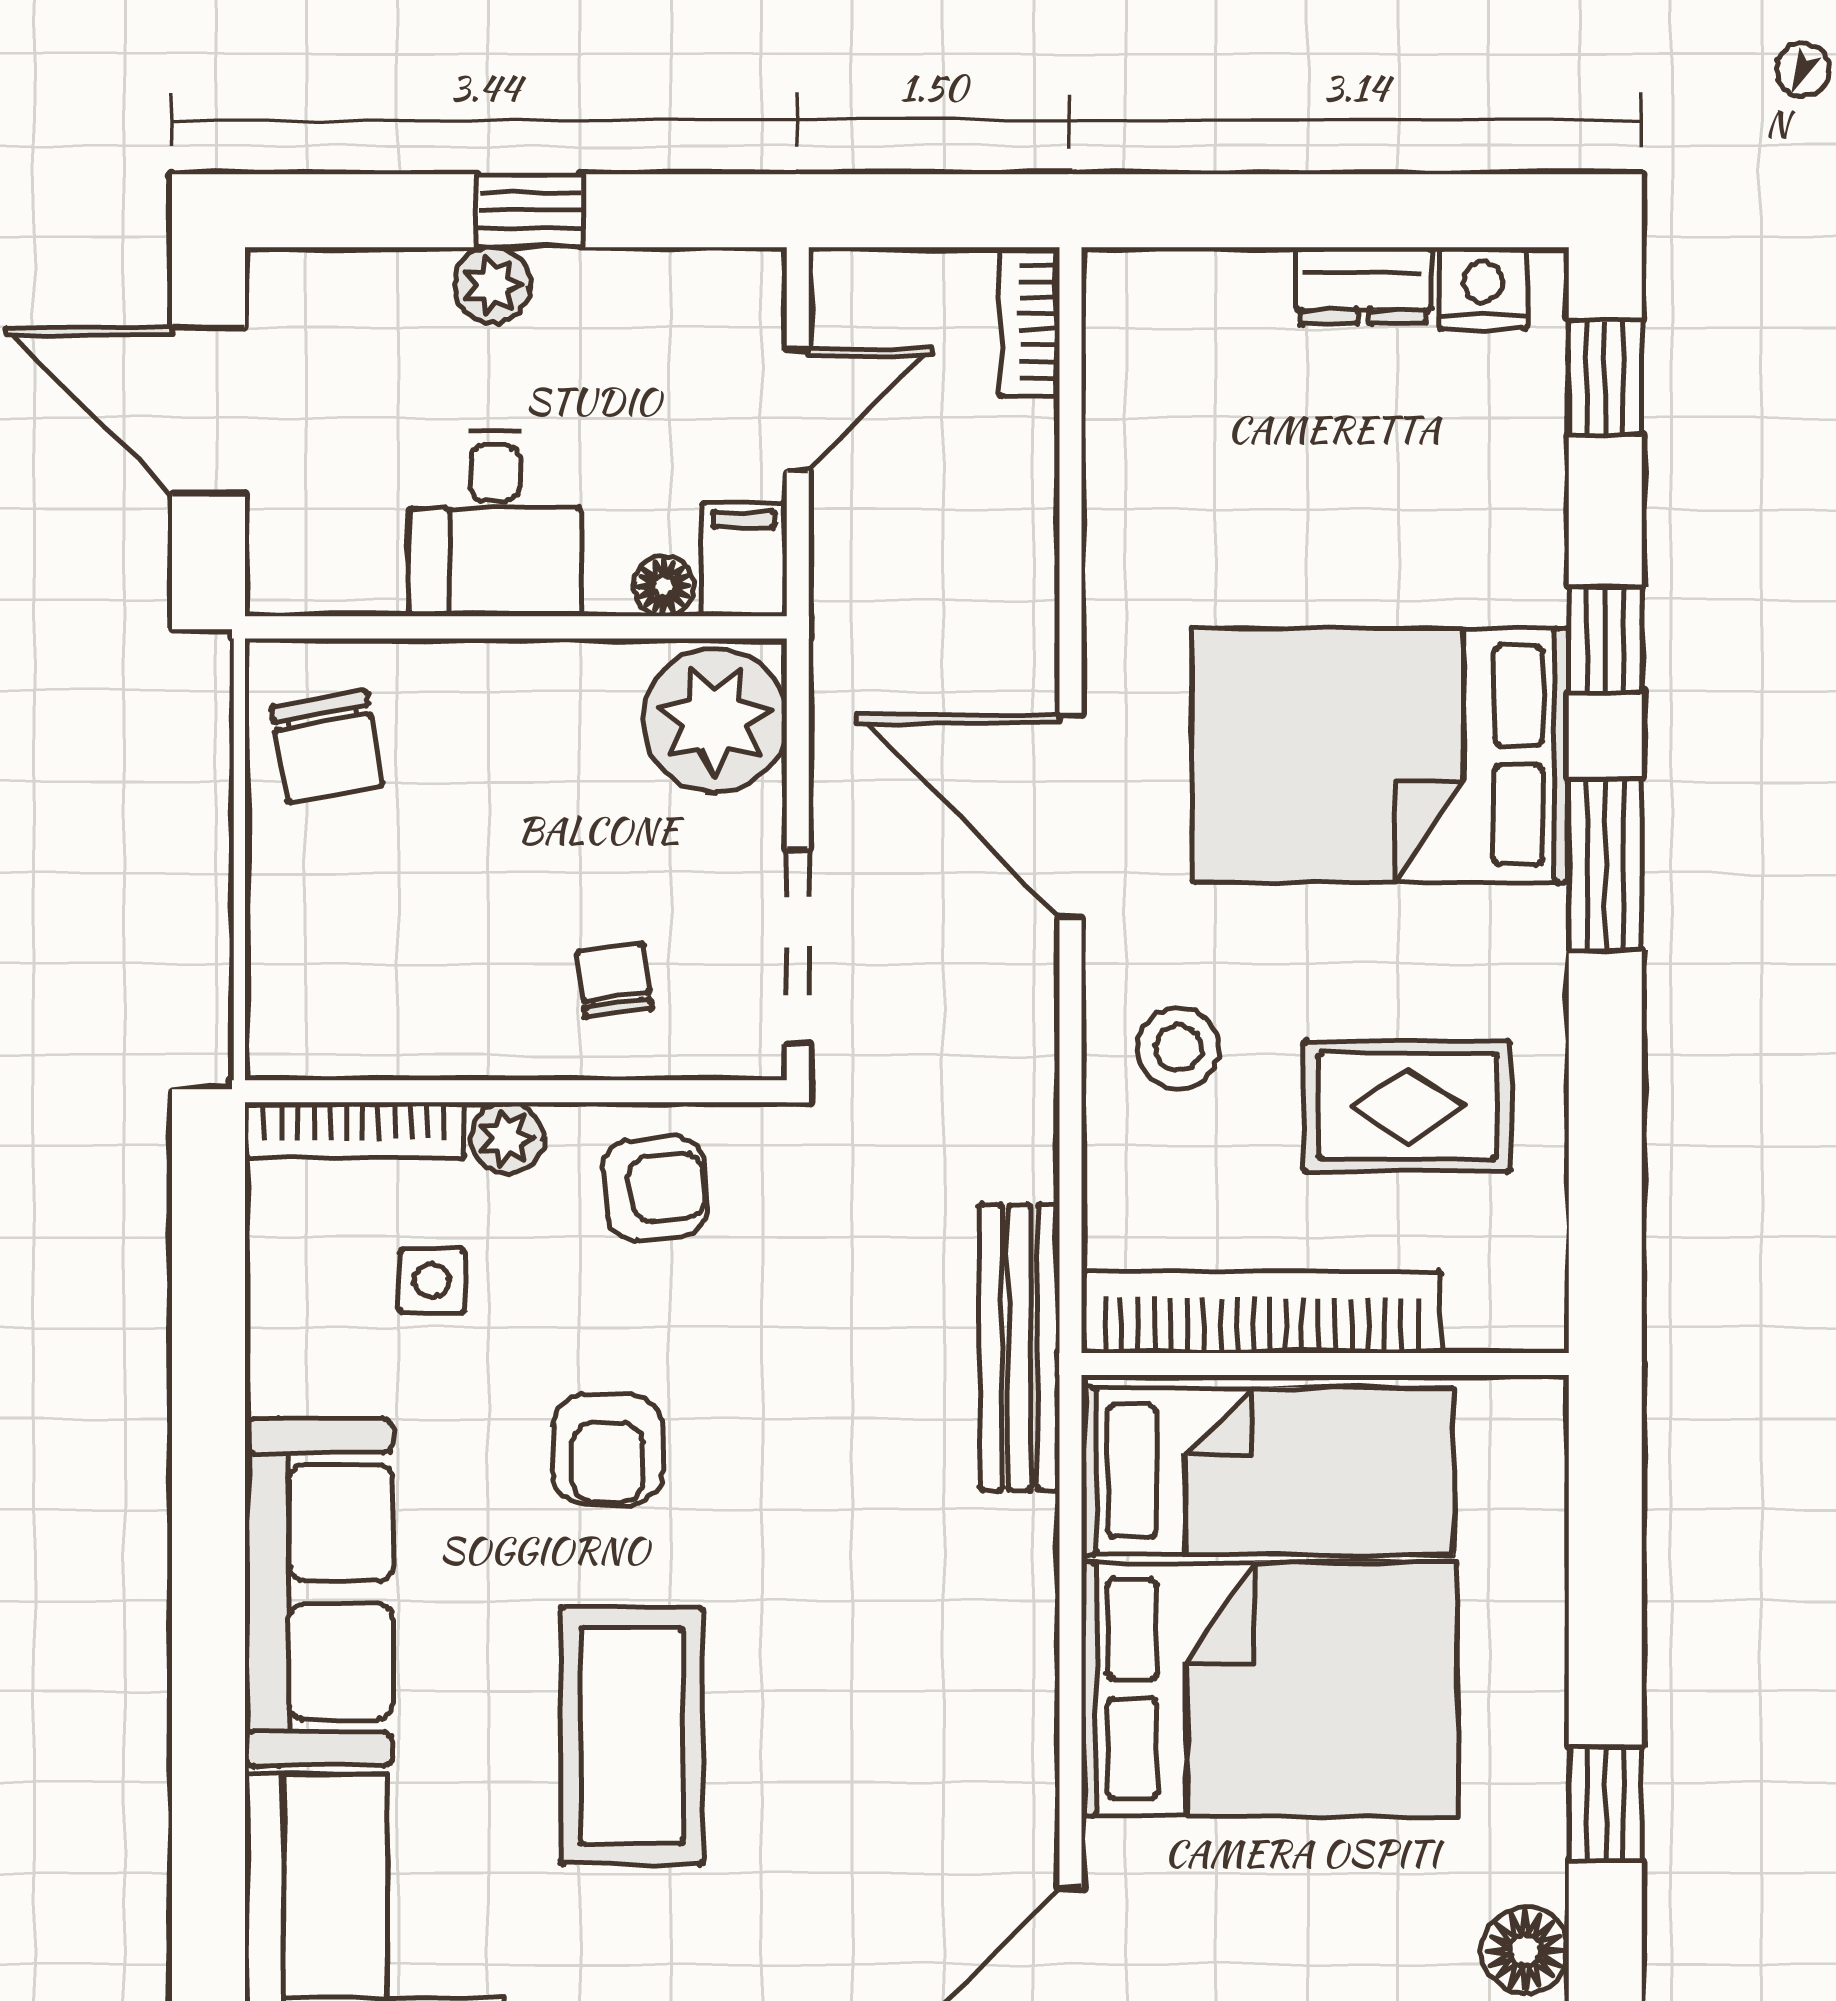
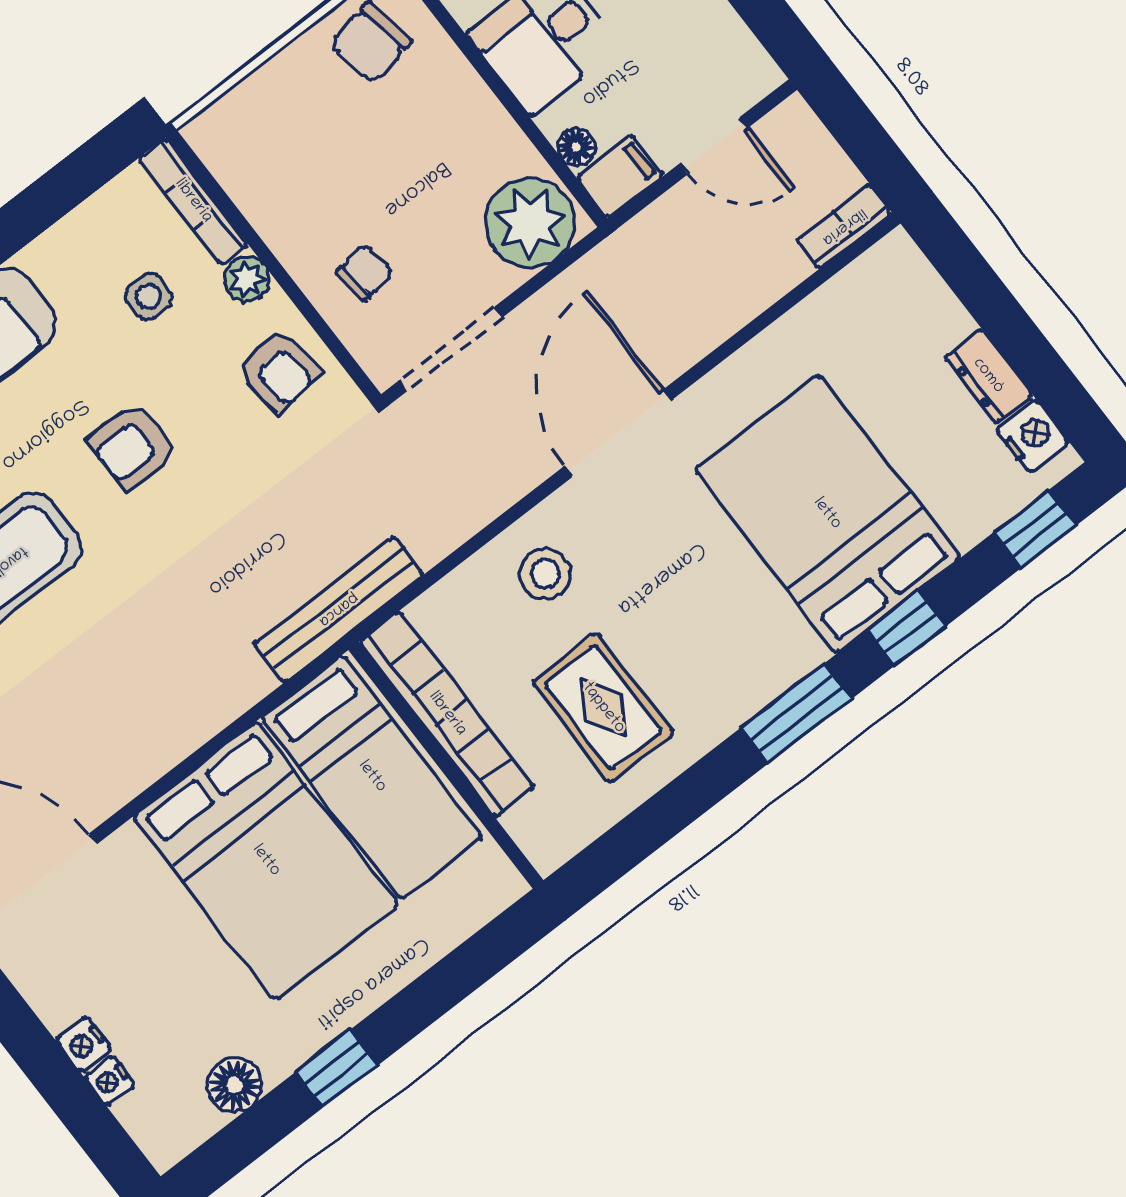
bed: (1381, 755) -> (827, 514), moved

